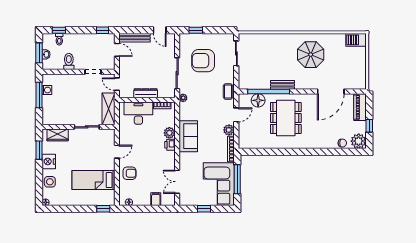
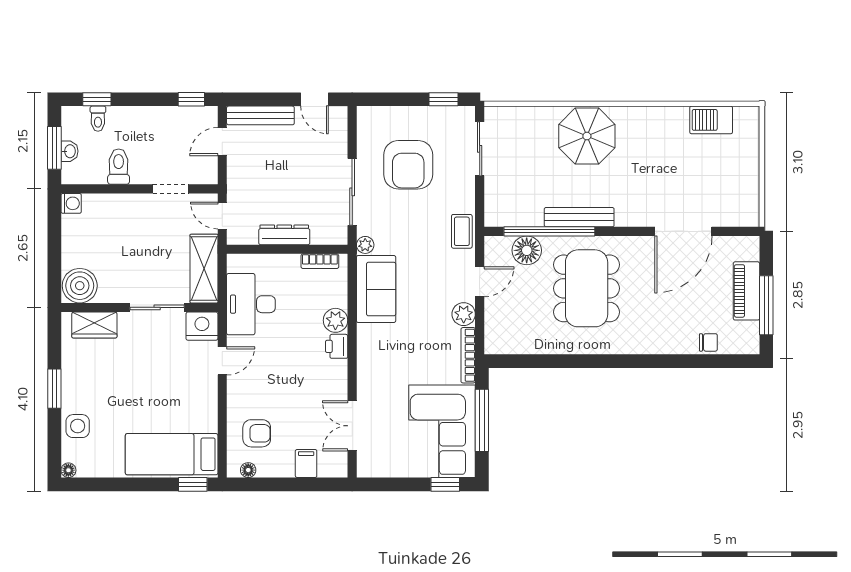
window: (196, 30) -> (444, 99), moved
barbecue: (356, 40) -> (711, 120), moved
door: (117, 50) -> (222, 142), swing flipped
parasol: (311, 55) -> (587, 136), moved
armchair: (203, 61) -> (408, 165), turned -90
bench: (282, 85) -> (579, 217), width x1.36
washing machine: (47, 90) -> (71, 203), moved
window: (39, 95) -> (54, 239), removed
piano: (360, 107) -> (746, 291), moved
desk: (138, 113) -> (251, 304), moved, turned -90
boiler: (51, 117) -> (80, 286), added
window: (369, 126) -> (766, 305), width x2.17
sofa: (188, 136) -> (376, 289), moved
plant: (359, 141) -> (743, 338), removed
window: (39, 150) -> (54, 389), moved
nightstand: (49, 161) -> (202, 326), moved, turned 90
armchair: (130, 173) -> (257, 433), moved
bed: (93, 180) -> (172, 454), moved
window: (204, 209) -> (445, 484), moved

